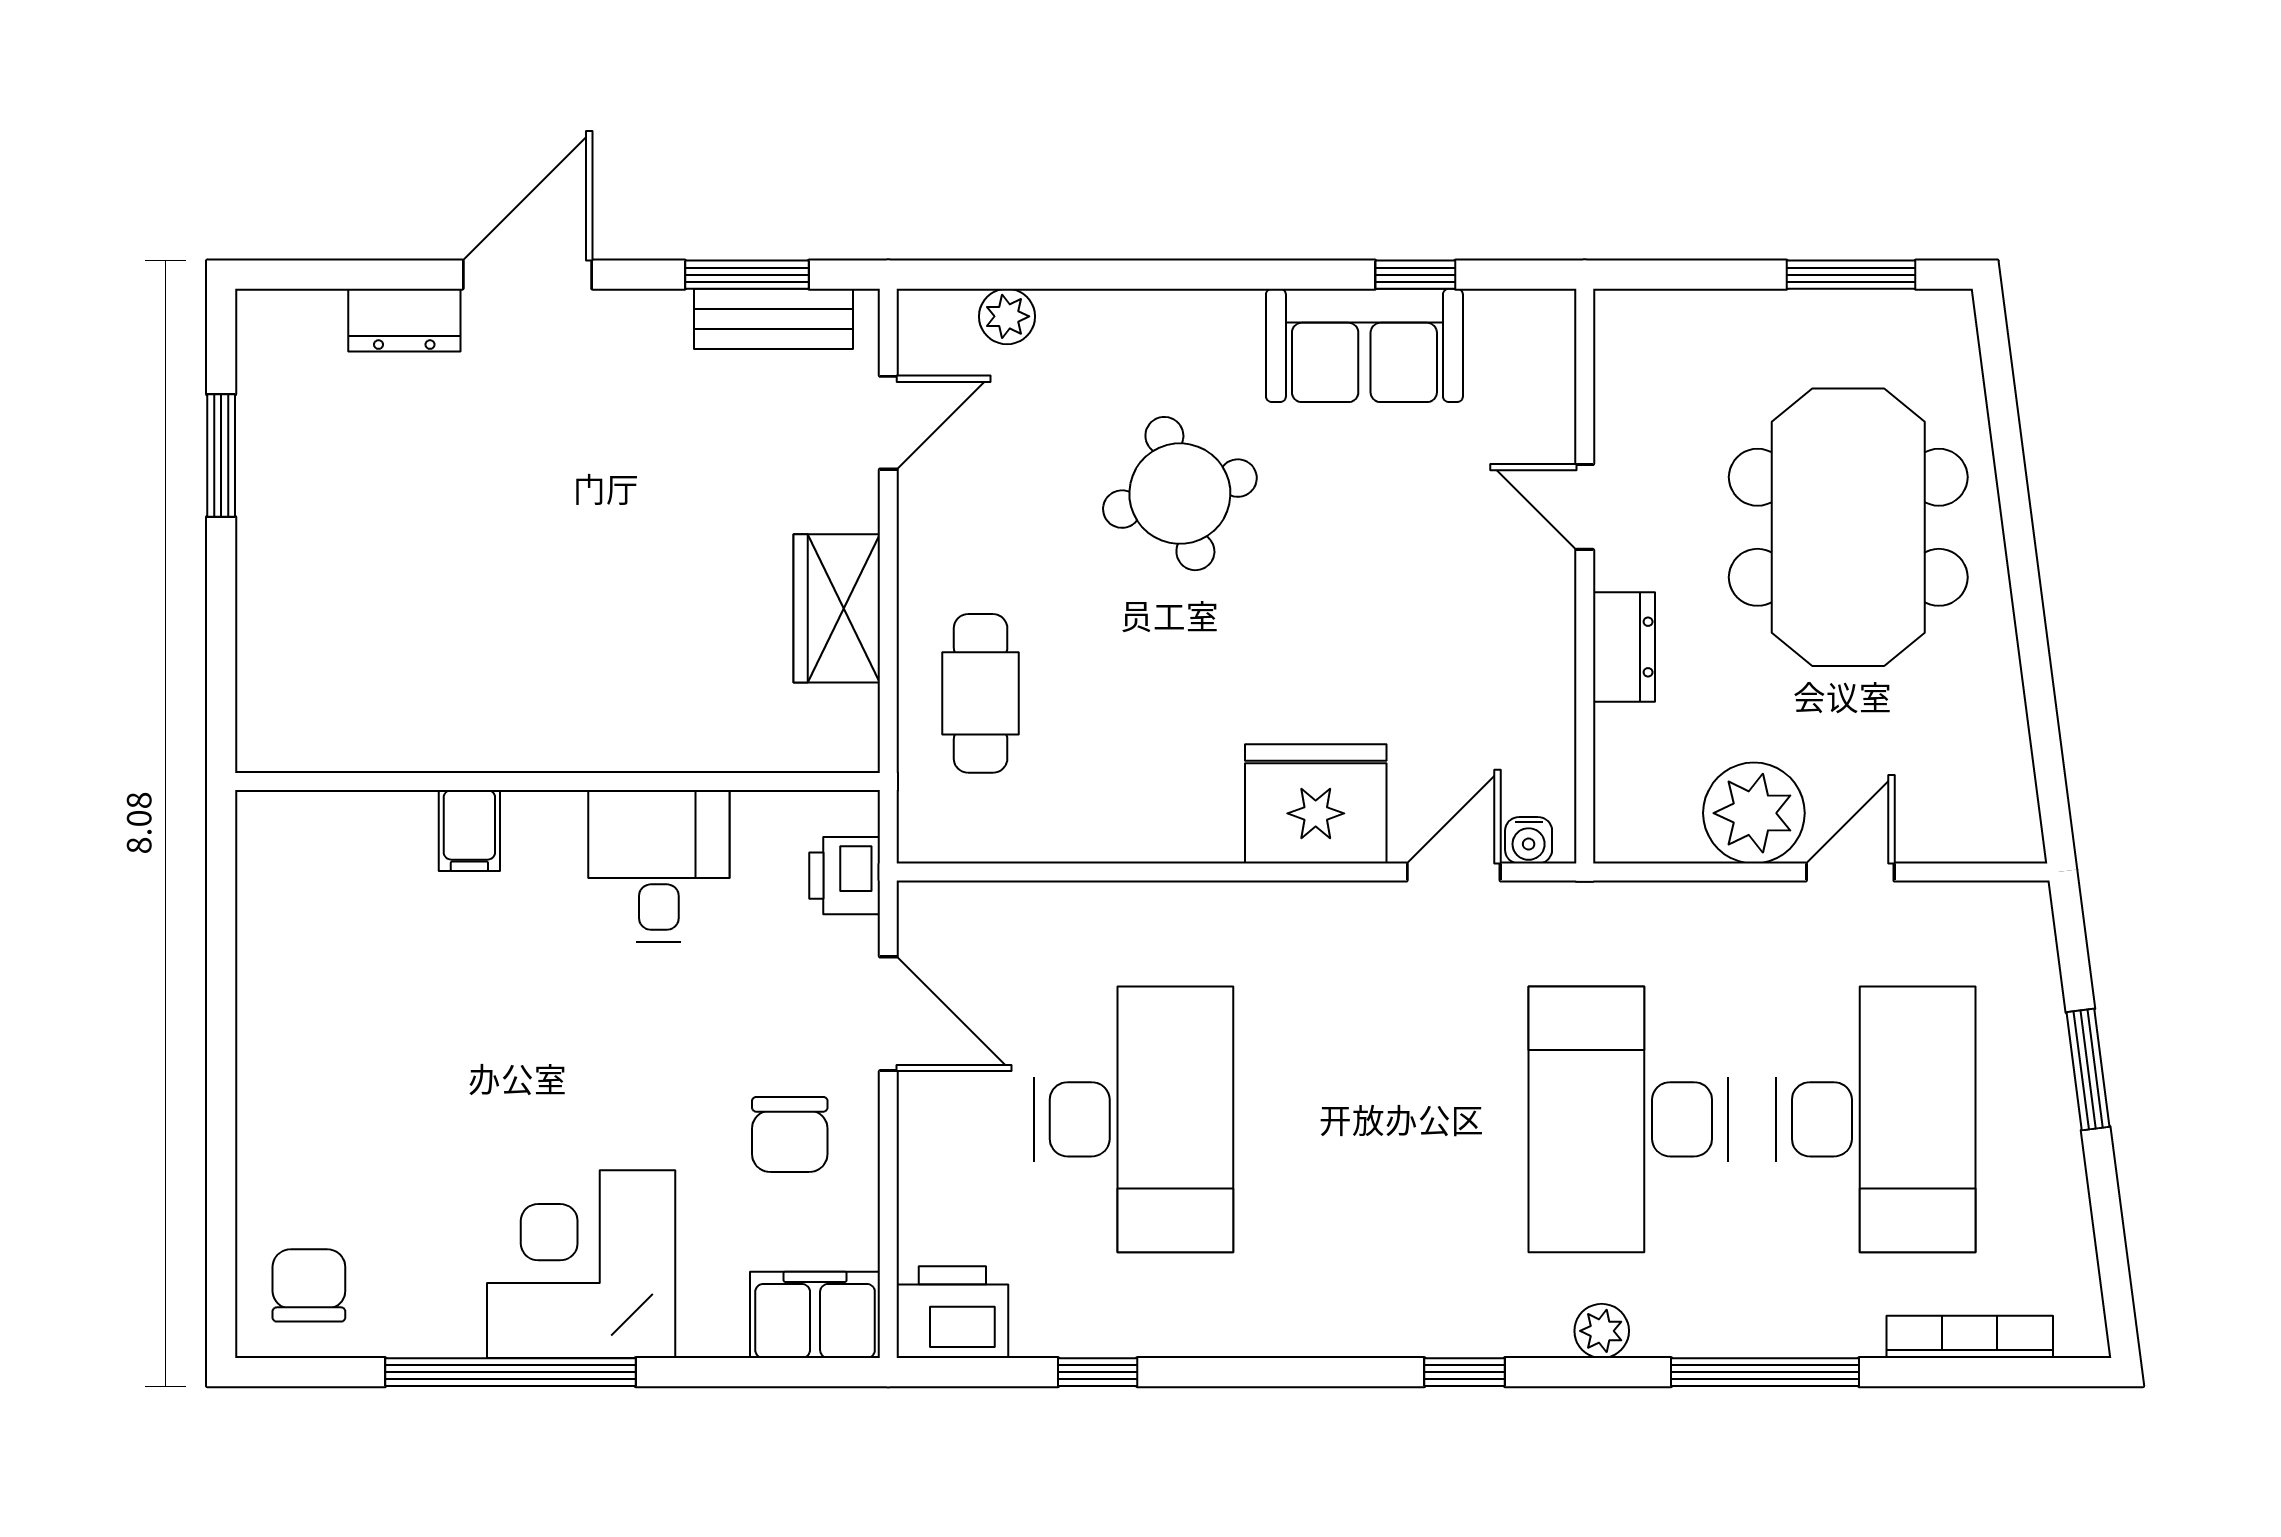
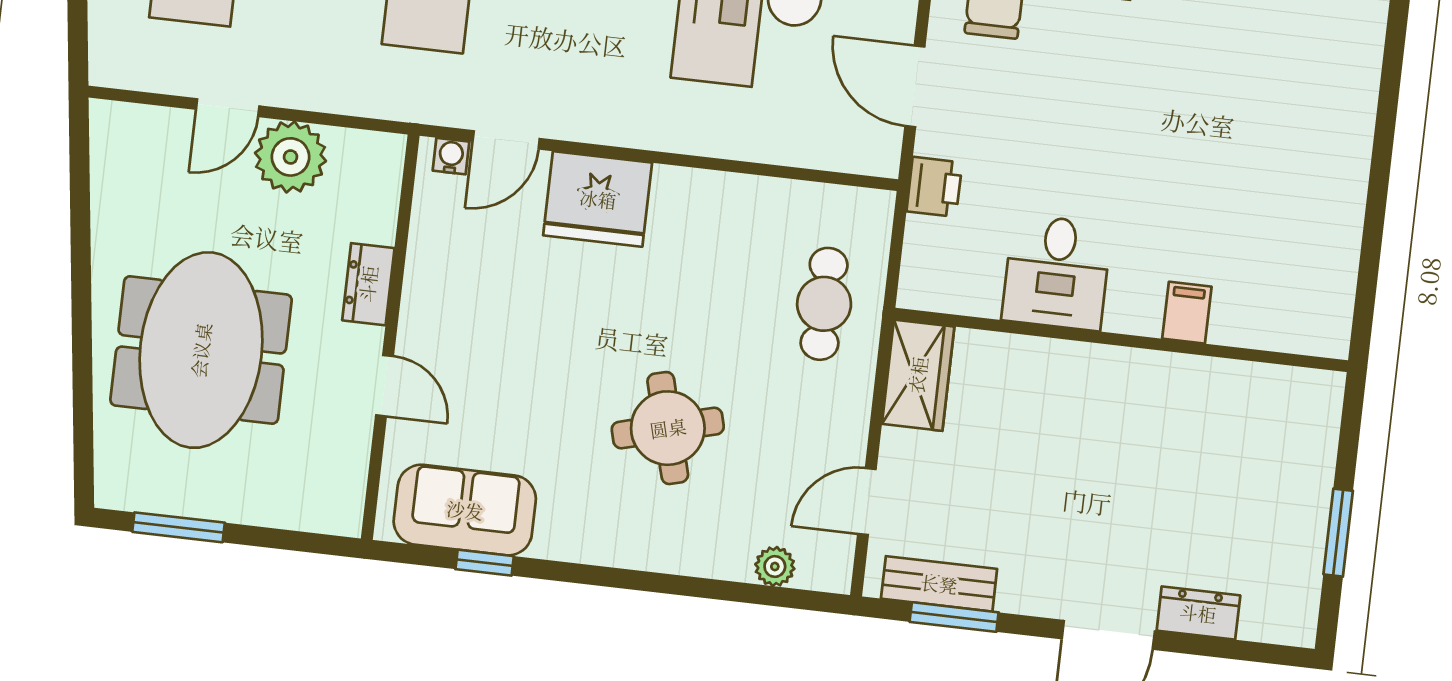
sofa: (1364, 345) -> (465, 510), moved
wall: (558, 782) -> (1121, 340), moved
filing cabinet: (469, 831) -> (1187, 313), moved
desk: (659, 866) -> (1057, 272), moved

